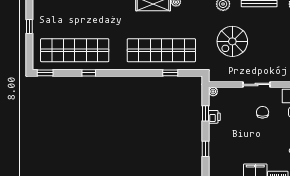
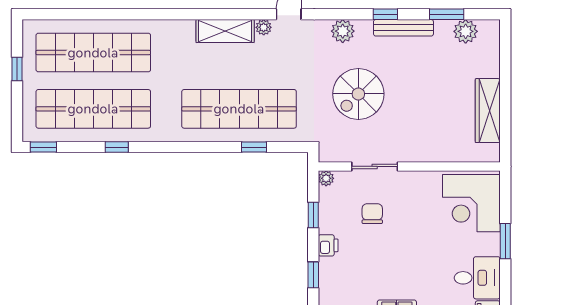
shop shelf: (75, 17) -> (93, 53), added
sliding door: (257, 84) -> (375, 166), moved
chair: (263, 112) -> (372, 214), moved
printer: (214, 117) -> (328, 245), moved

